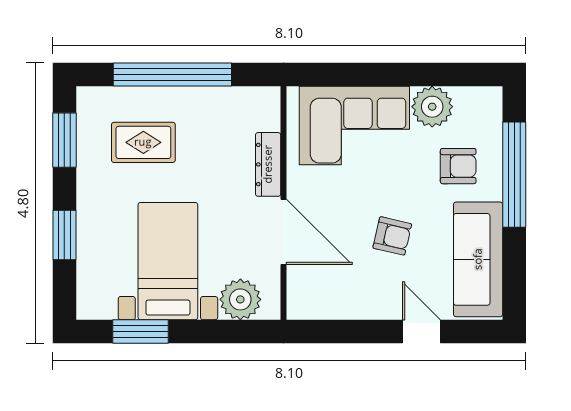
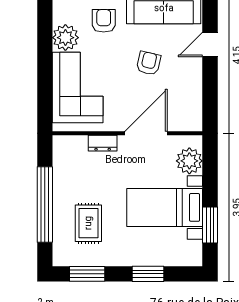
dresser: (268, 164) -> (103, 143), width x0.70

